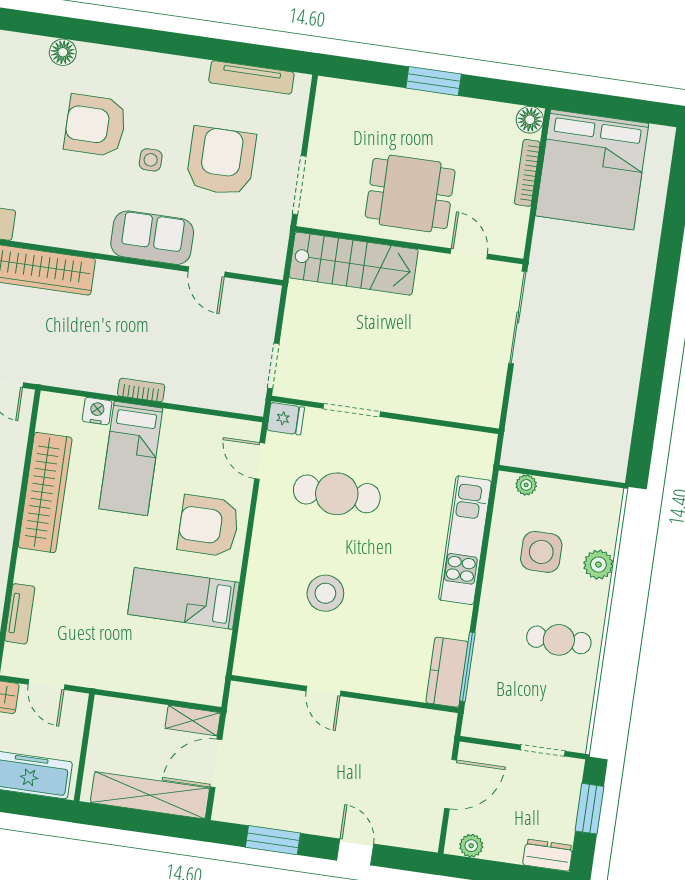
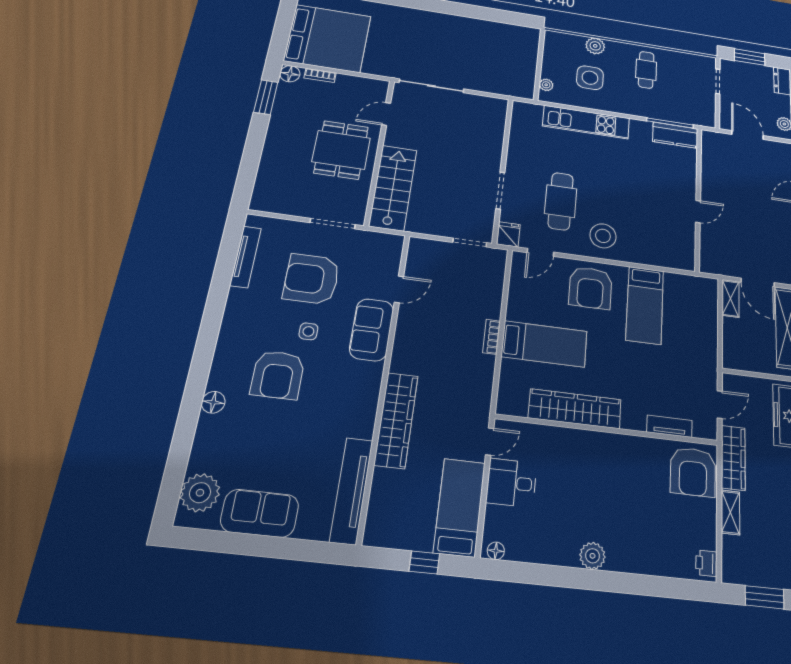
window: (434, 81) -> (266, 97), moved
bookcase: (527, 173) -> (320, 75), width x0.64
nightstand: (97, 411) -> (509, 370), removed
stool: (325, 593) -> (603, 236), moved

